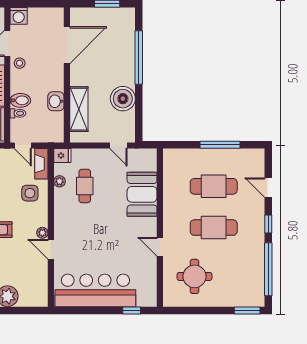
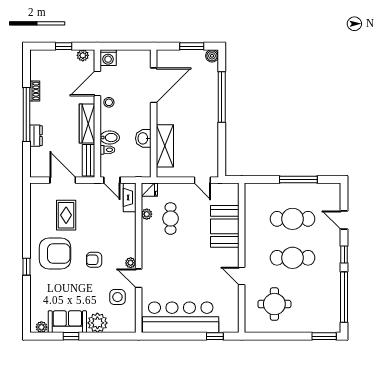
boiler: (123, 99) -> (212, 56), moved, width x0.54, depth x0.54
side table: (30, 193) -> (117, 297), moved

